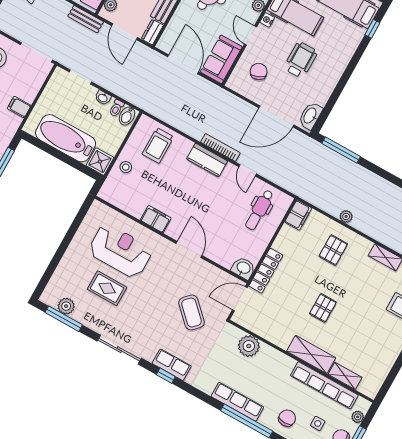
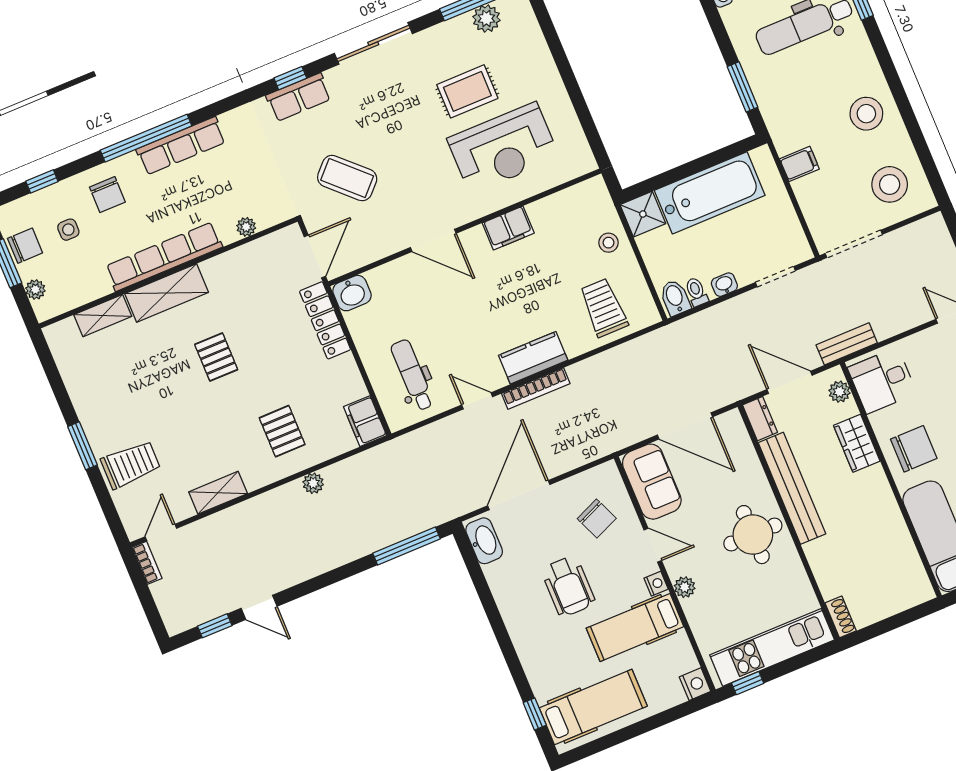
plant: (249, 346) -> (246, 227), width x0.53, depth x0.53
row of seats: (324, 385) -> (164, 257), moved

